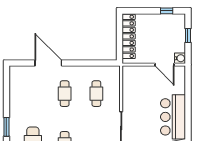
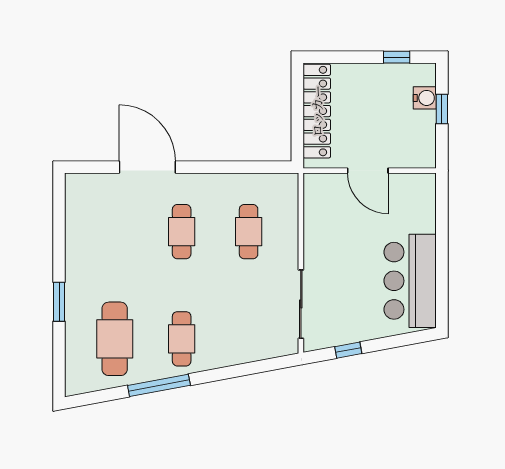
water cooler: (180, 58) -> (425, 98), moved
door: (165, 65) -> (368, 171), moved

